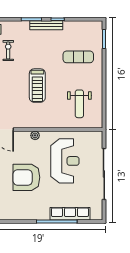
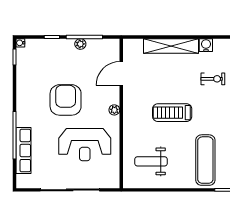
exercise mat: (78, 57) -> (205, 160), width x1.36, depth x1.45

